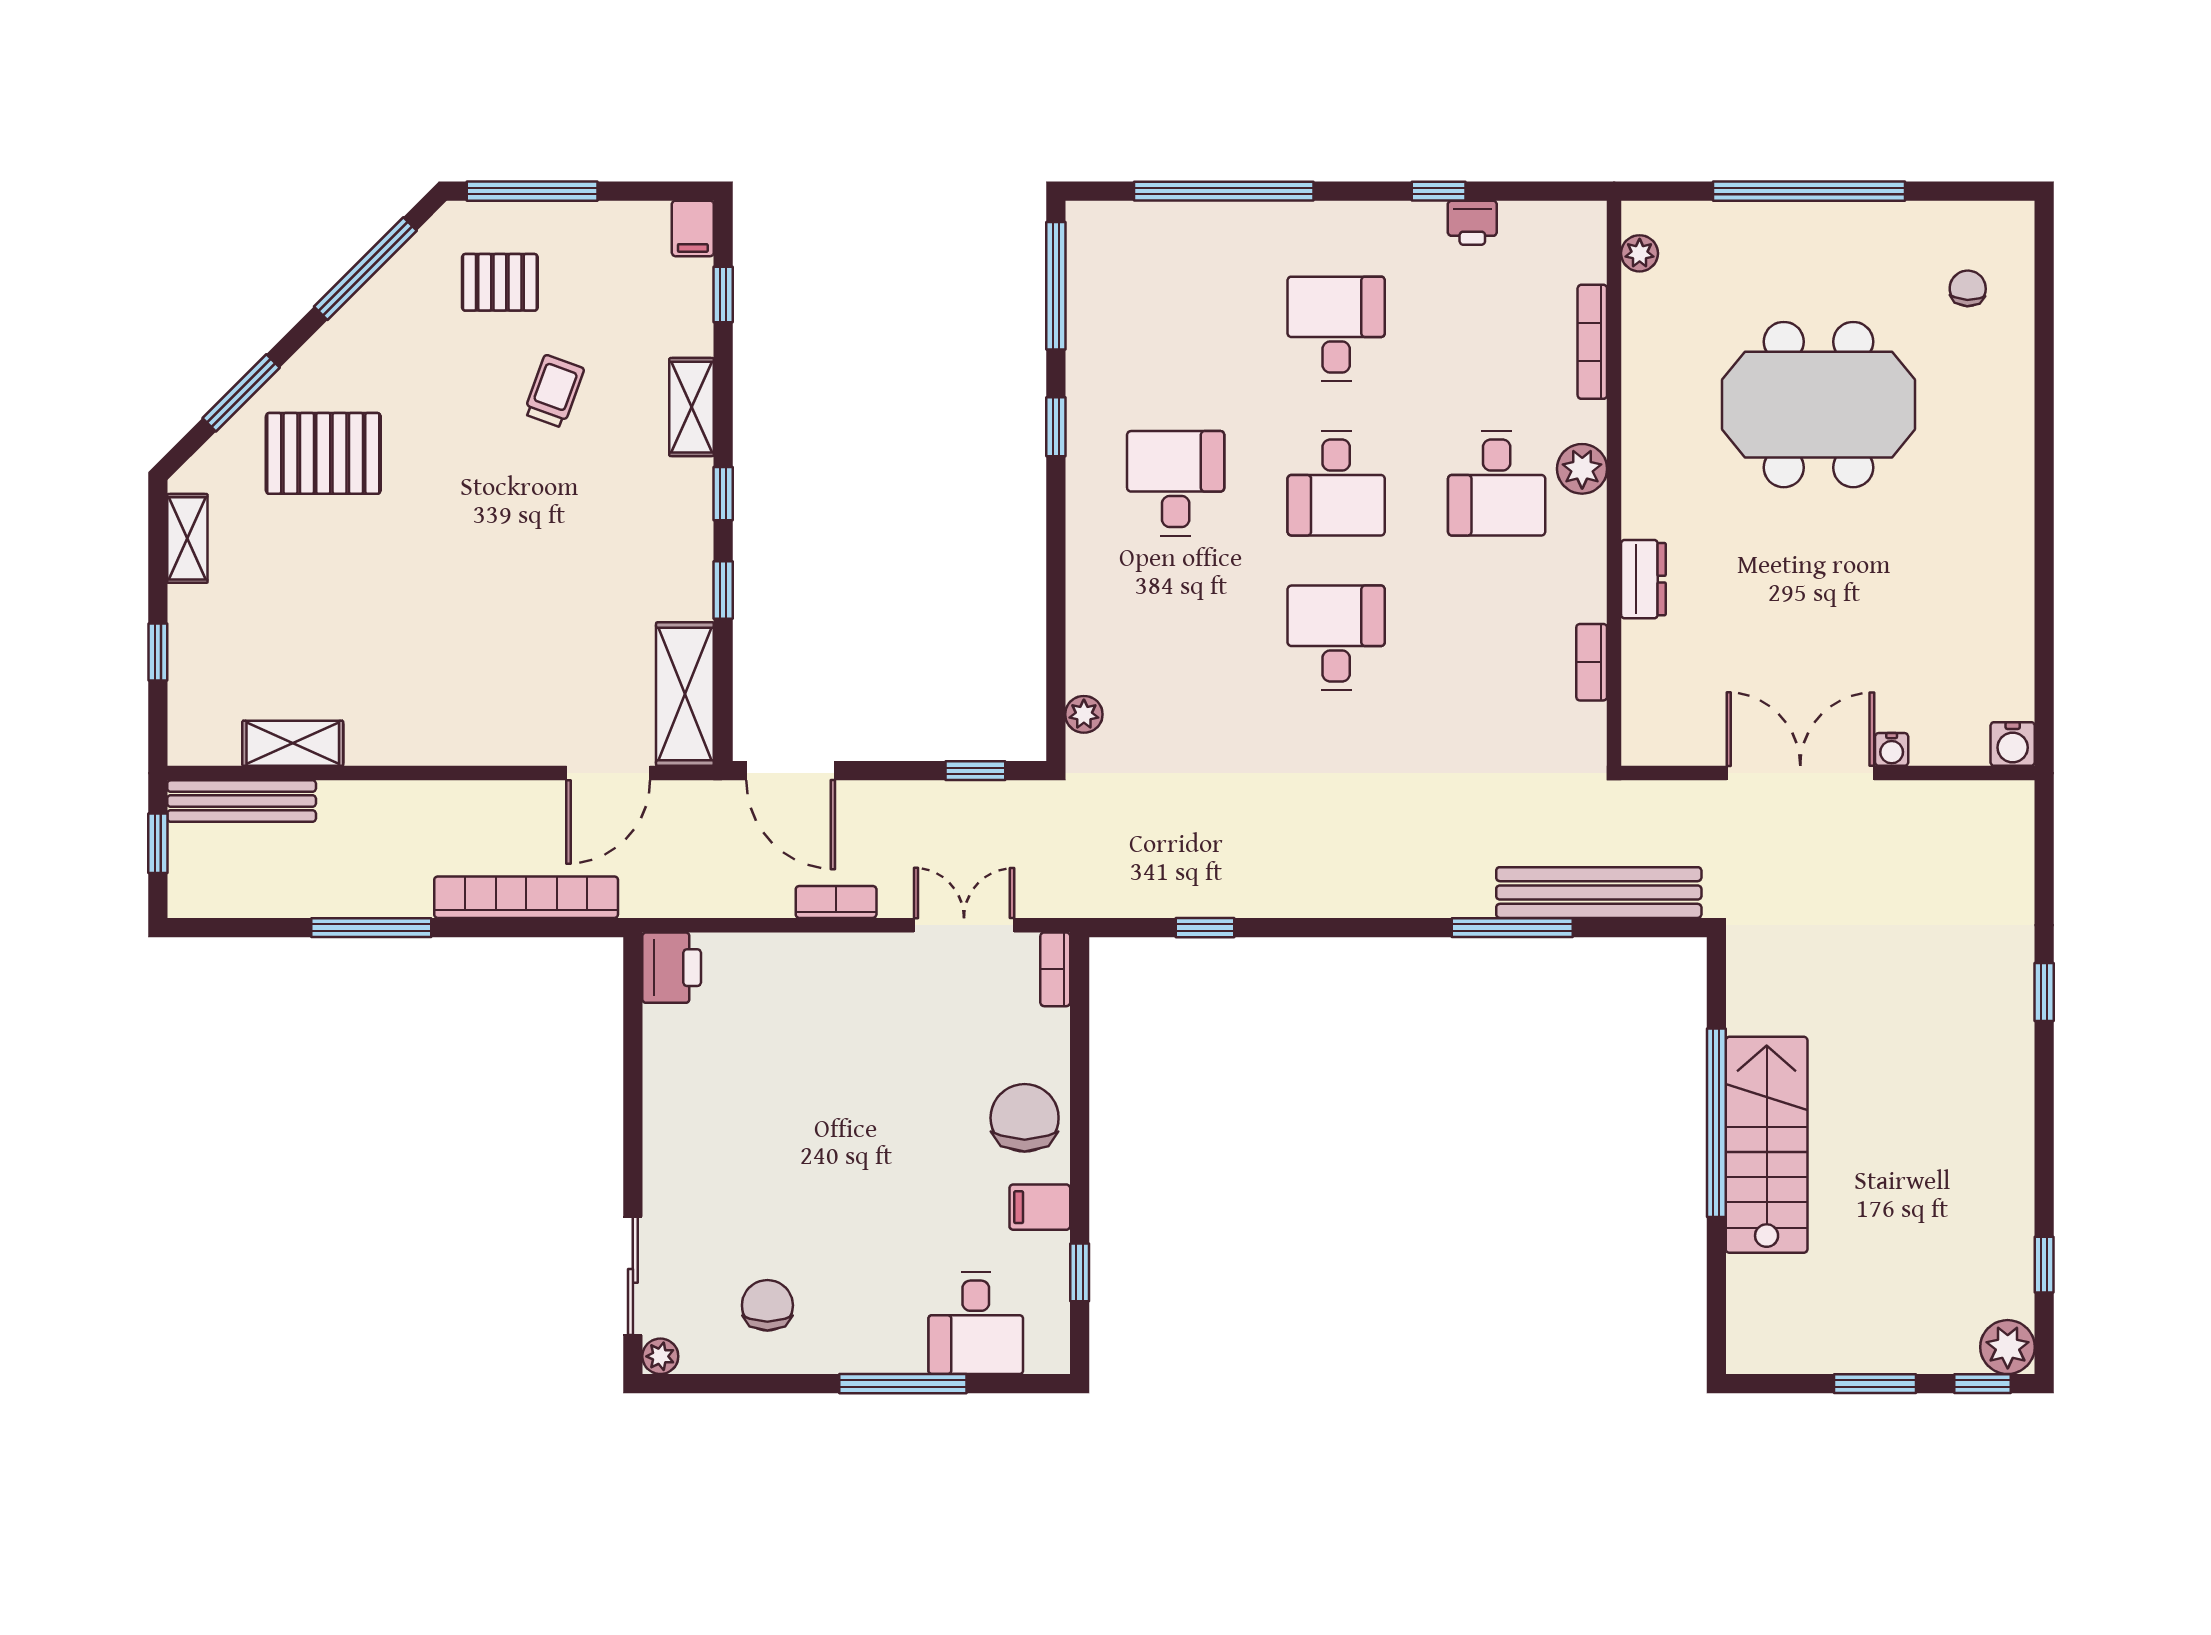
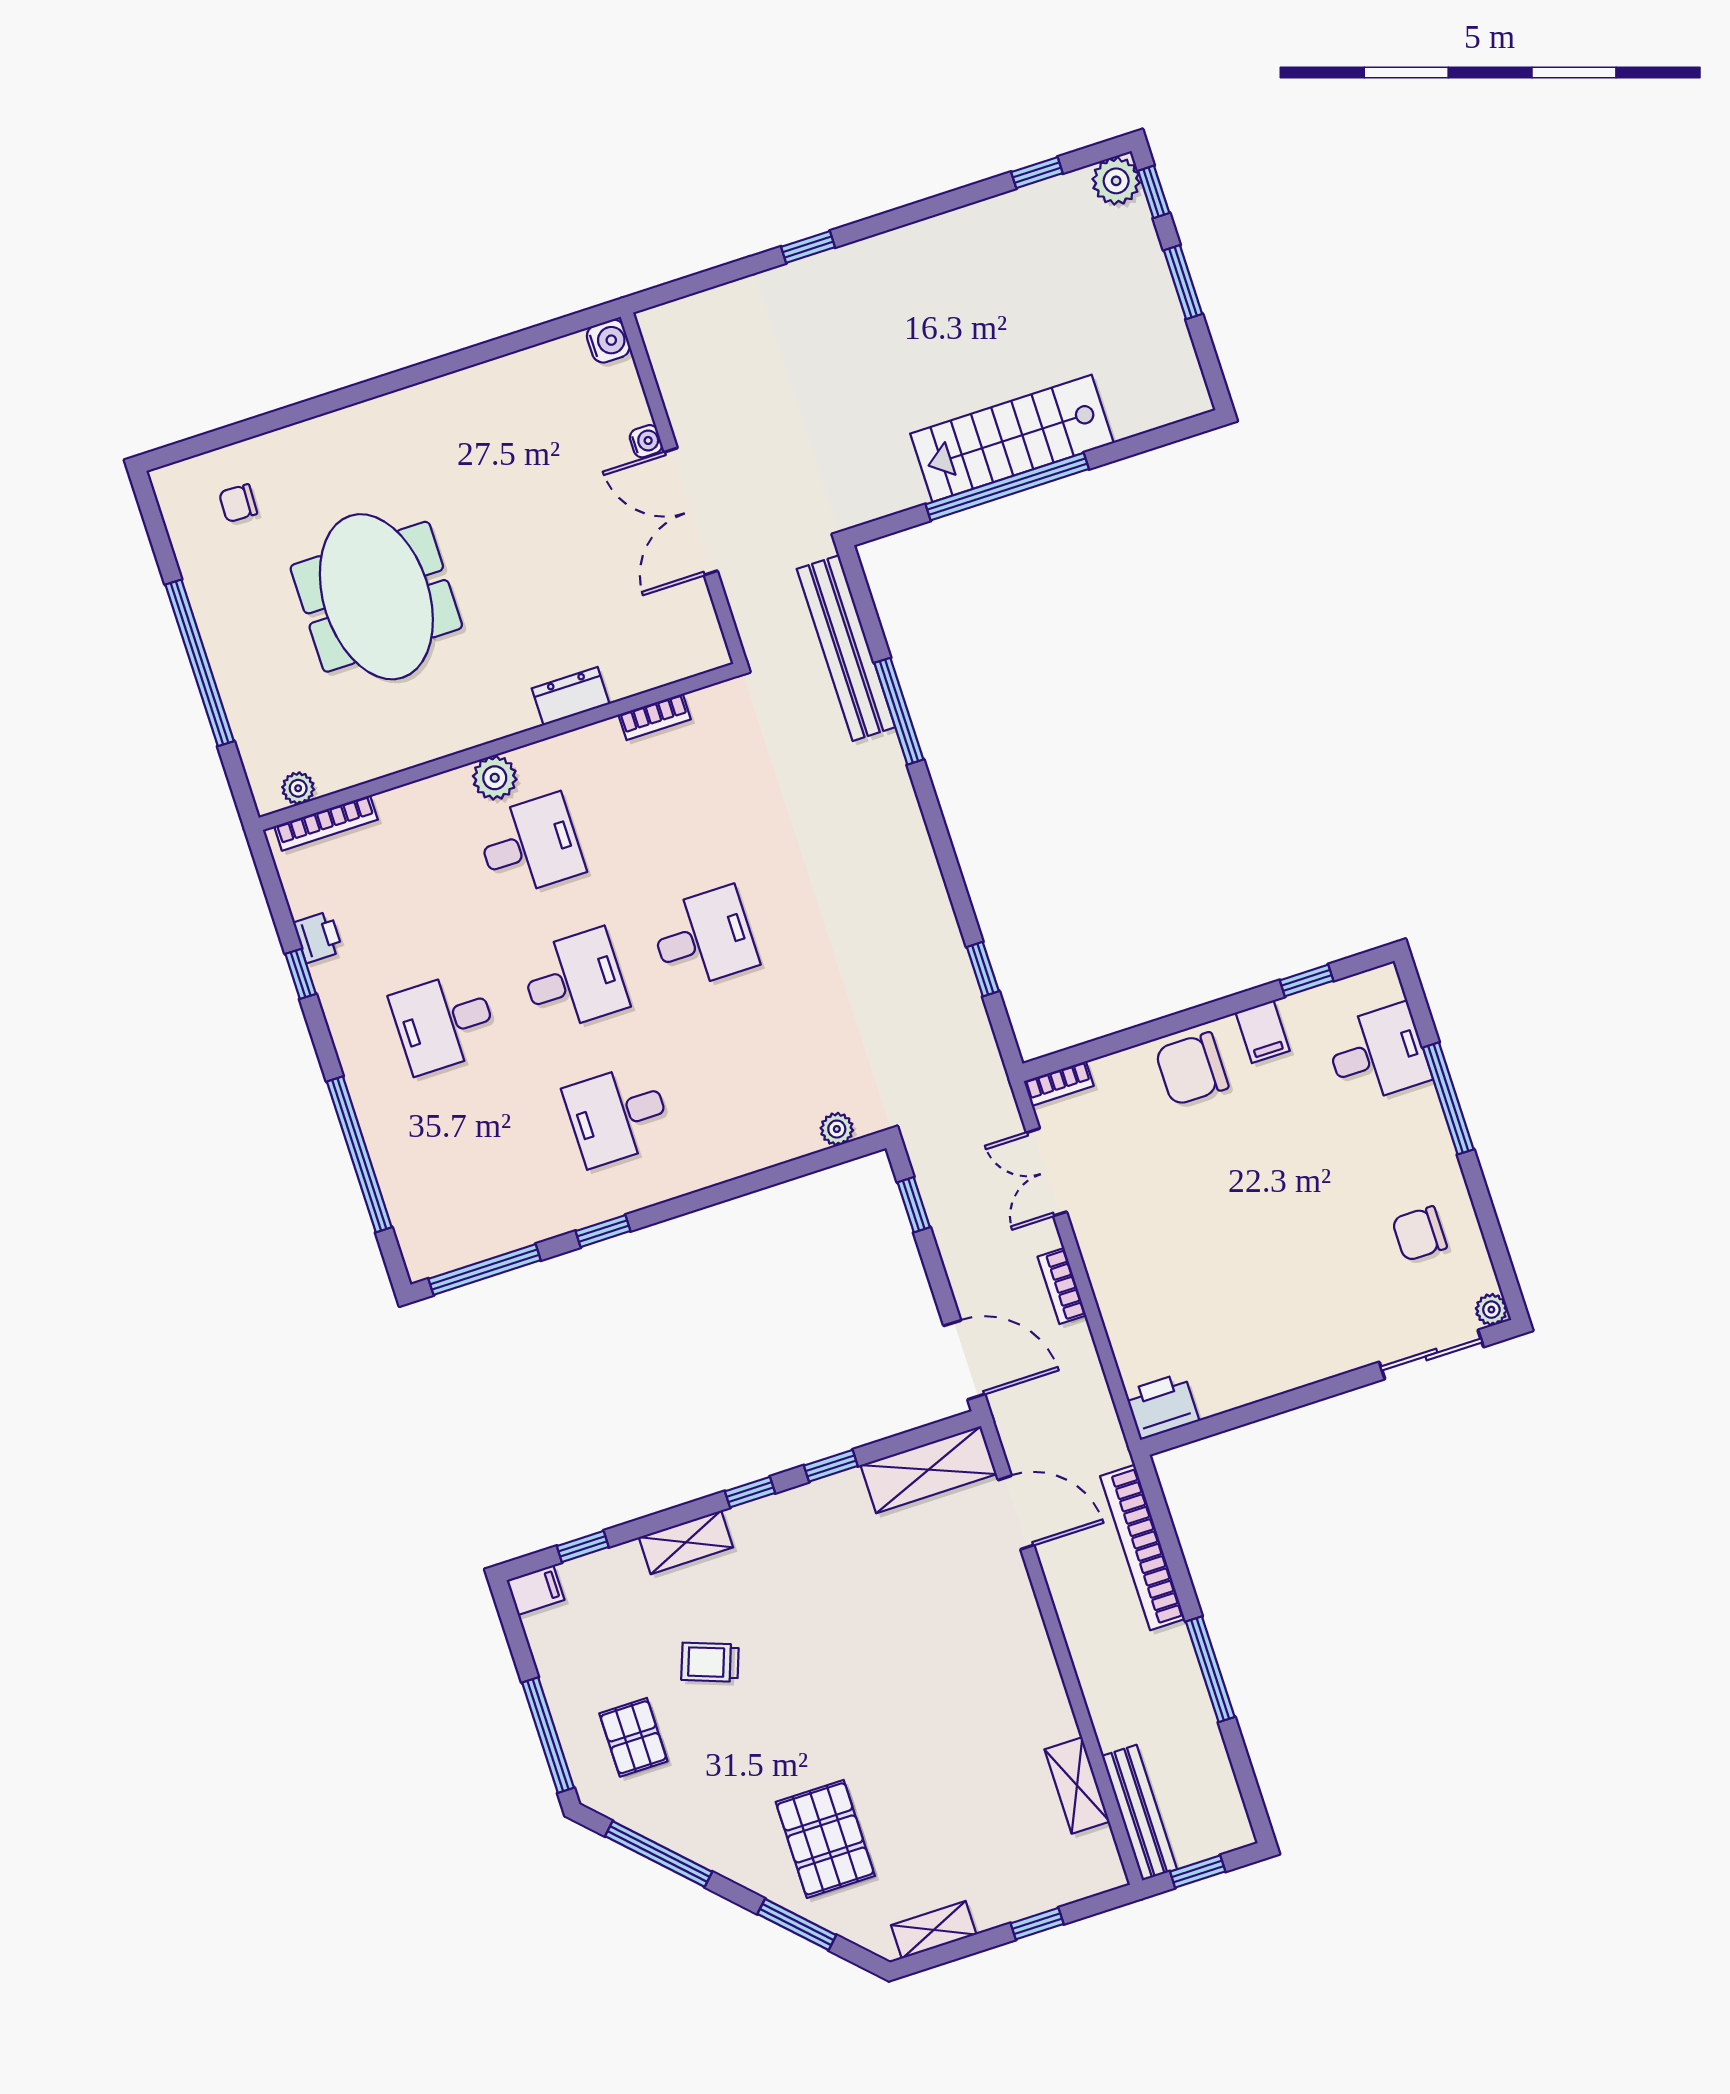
bookcase: (1592, 342) -> (326, 823), moved
desk: (1336, 638) -> (704, 938), turned 180
door: (791, 771) -> (964, 1360), hinge flipped

